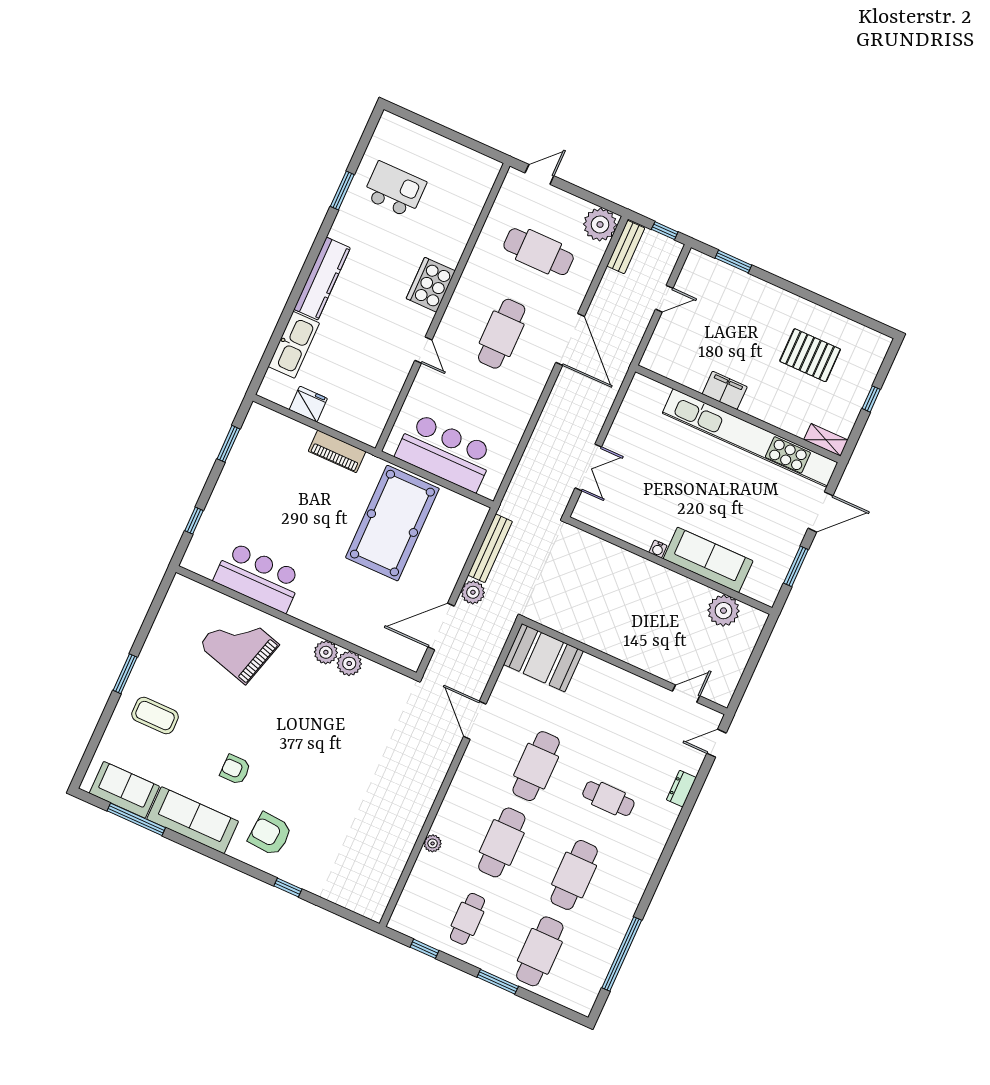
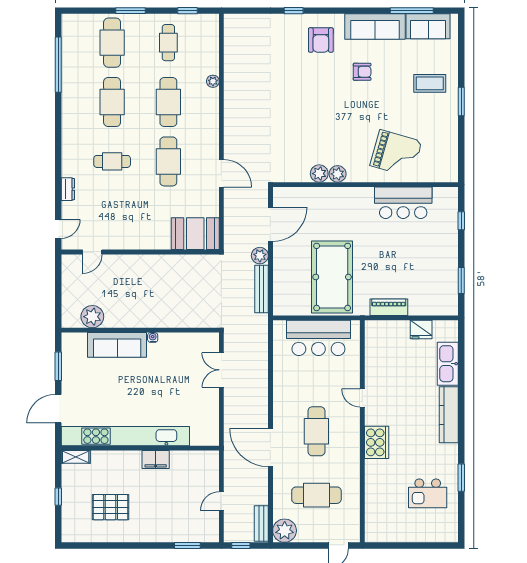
armchair: (270, 834) -> (321, 40), turned 86

